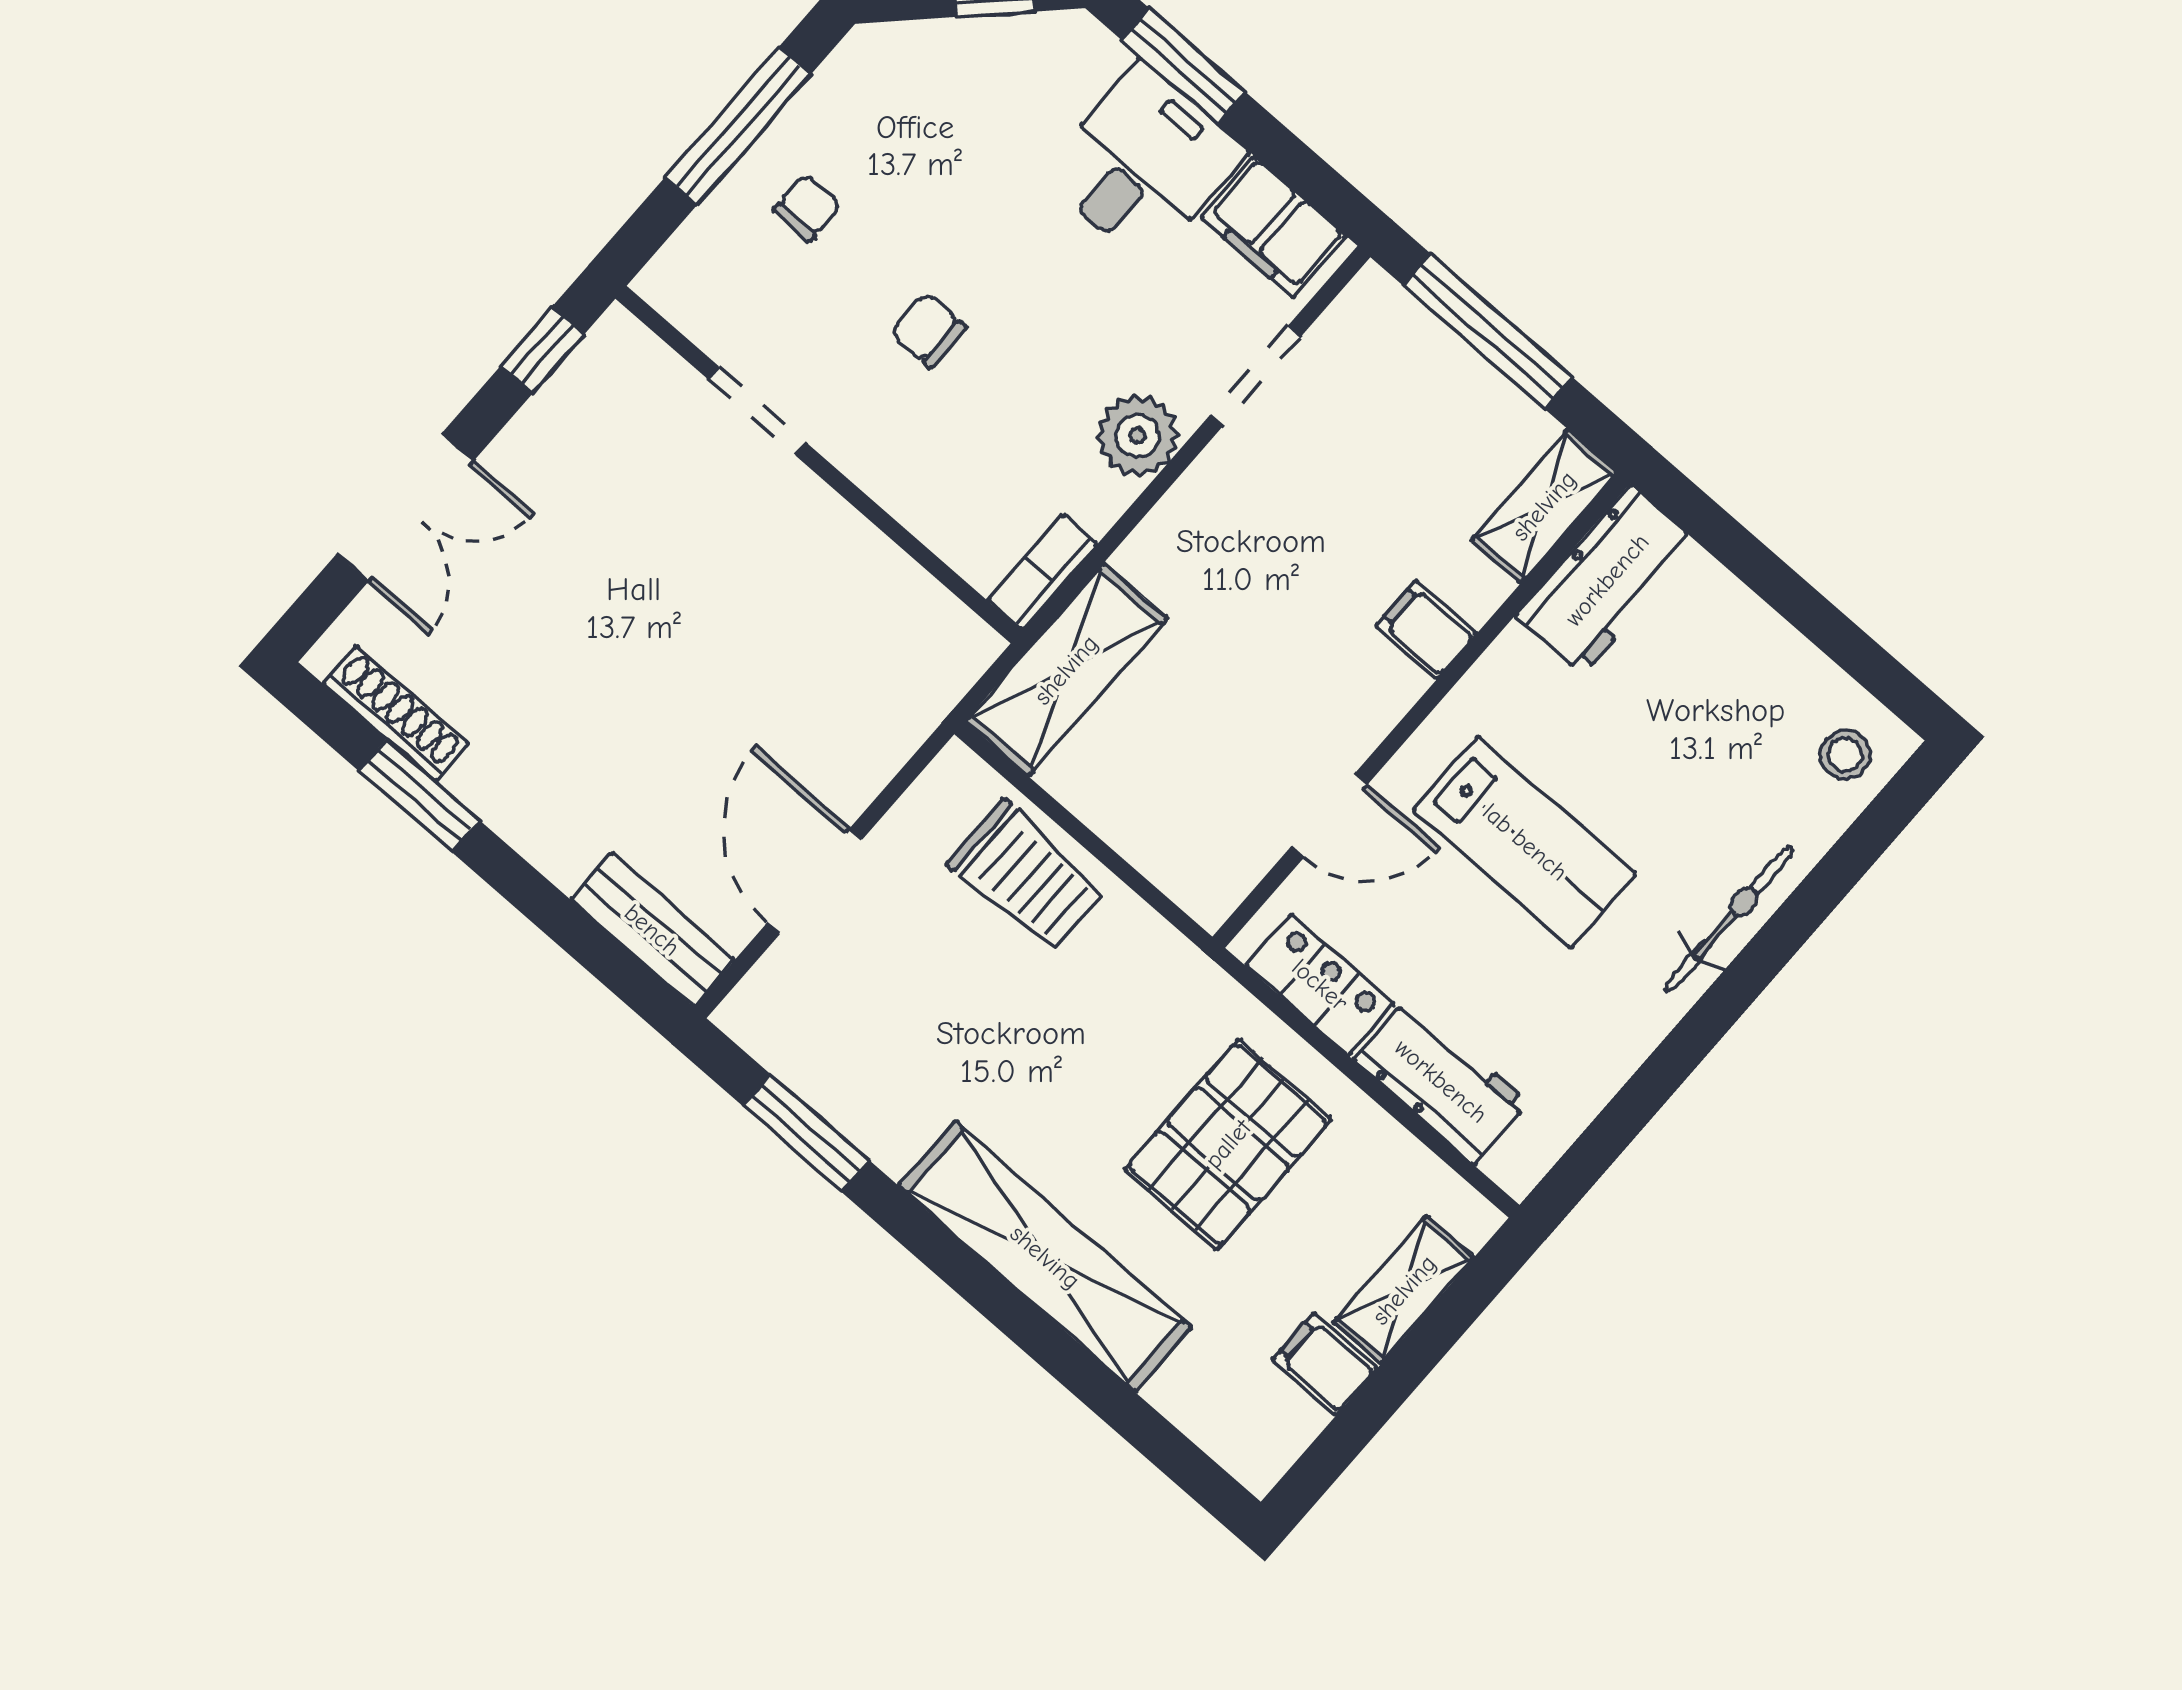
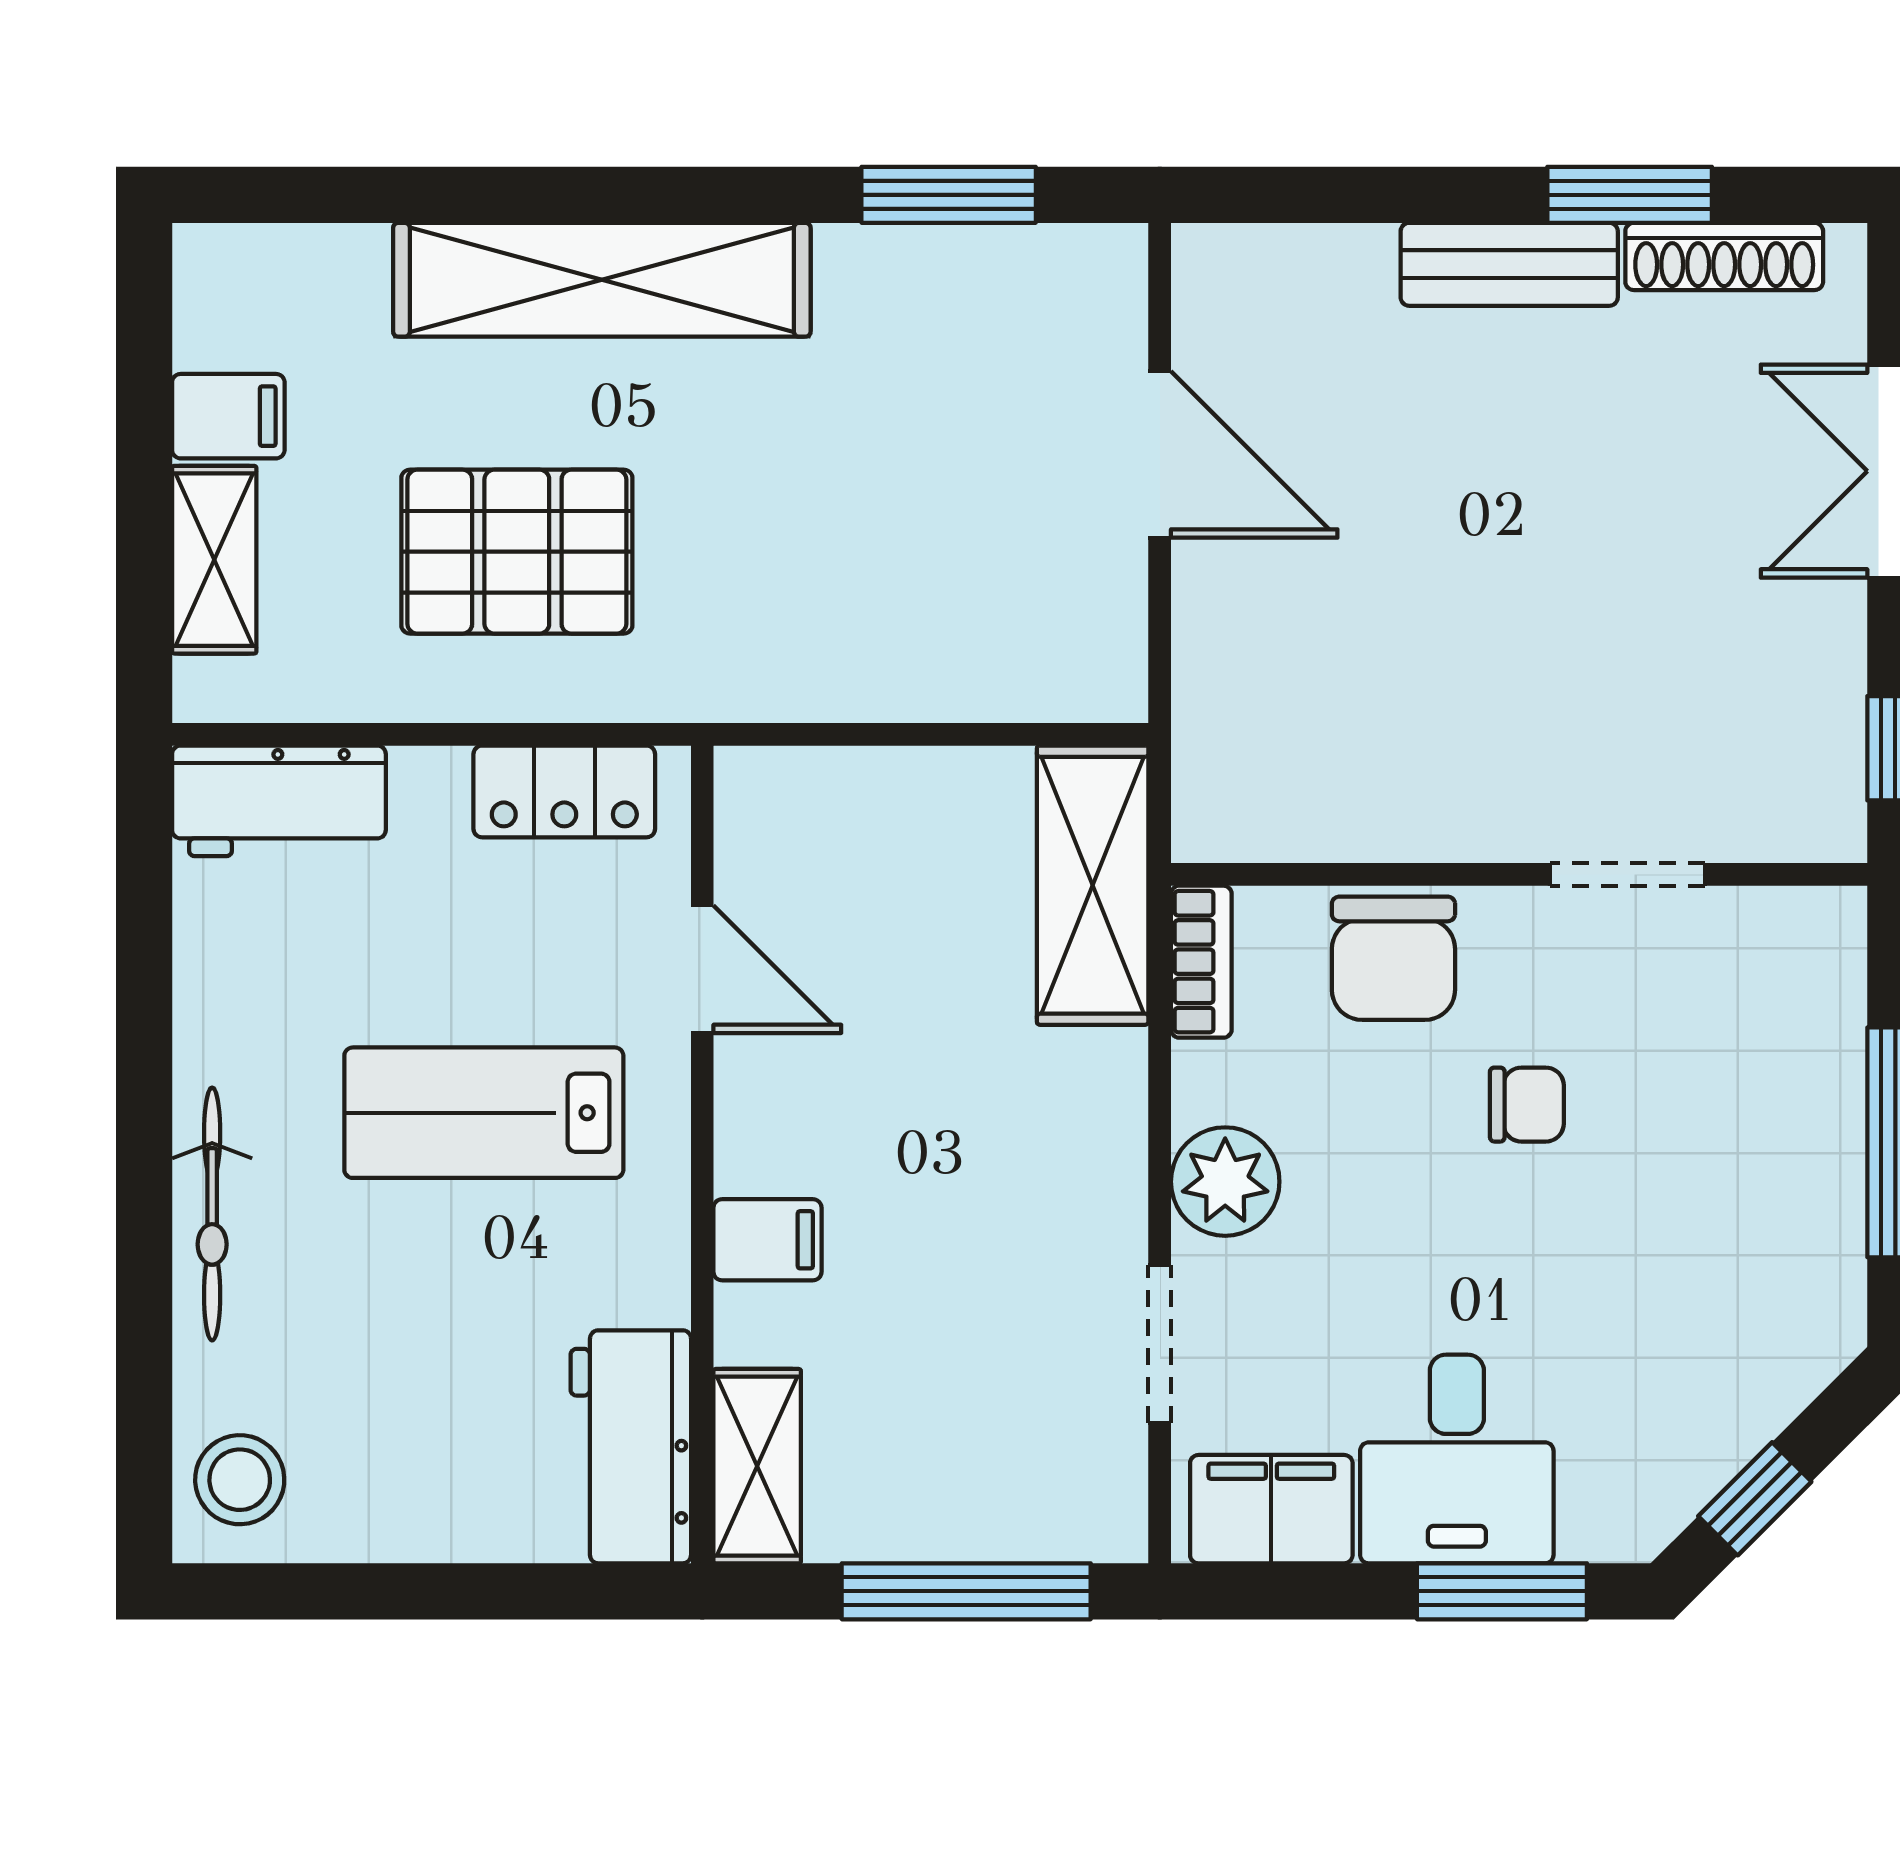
chair: (807, 208) -> (1393, 958), moved, width x1.87, depth x1.87
stool: (1845, 755) -> (240, 1480), width x1.37, depth x1.37
door: (1329, 815) -> (702, 969), swing flipped
trolley: (1027, 876) -> (952, 644), removed
bench: (652, 930) -> (1509, 264), moved
workbench: (1441, 1081) -> (279, 801), moved
pallet: (1228, 1144) -> (517, 552), turned 90

